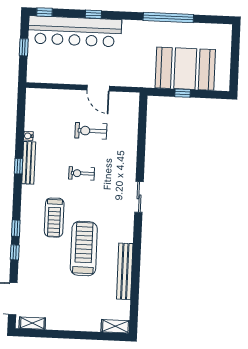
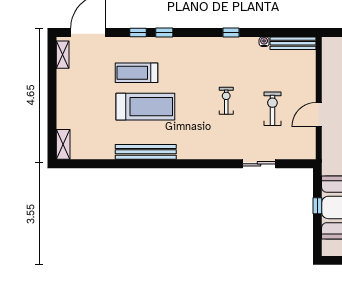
bench: (29, 163) -> (293, 43), moved
sliding door: (139, 197) -> (259, 164), moved
treadmill: (54, 218) -> (136, 73), moved
bench: (125, 271) -> (146, 152), moved

